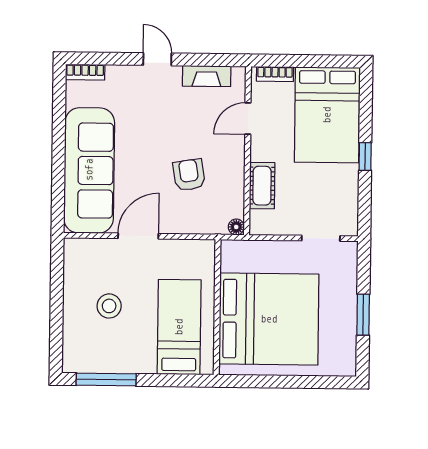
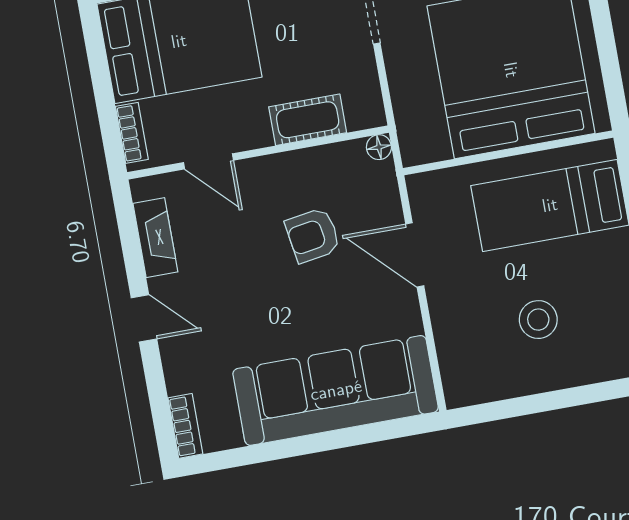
door: (157, 59) -> (144, 318), swing flipped
door: (138, 236) -> (415, 255), moved

